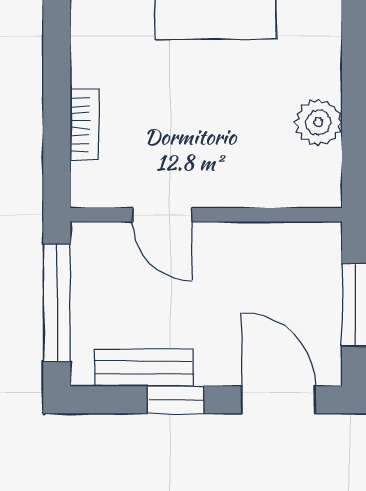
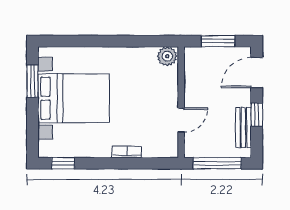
plant: (318, 122) -> (167, 56), moved
bookcase: (85, 125) -> (127, 152), moved

